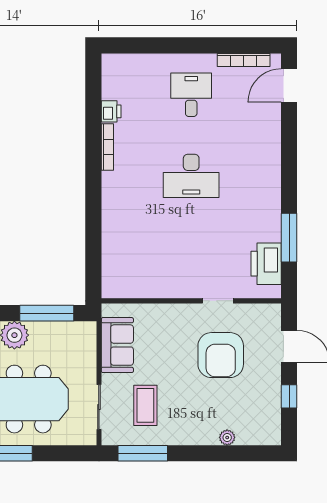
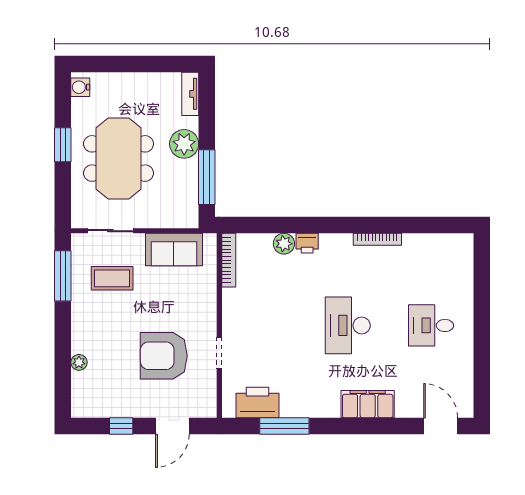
bookcase: (244, 60) -> (229, 260), moved, turned 180
desk: (191, 95) -> (431, 325), turned 180
printer: (111, 111) -> (307, 243), moved
filing cabinet: (268, 156) -> (368, 404), added
plant: (112, 238) -> (284, 244), added

